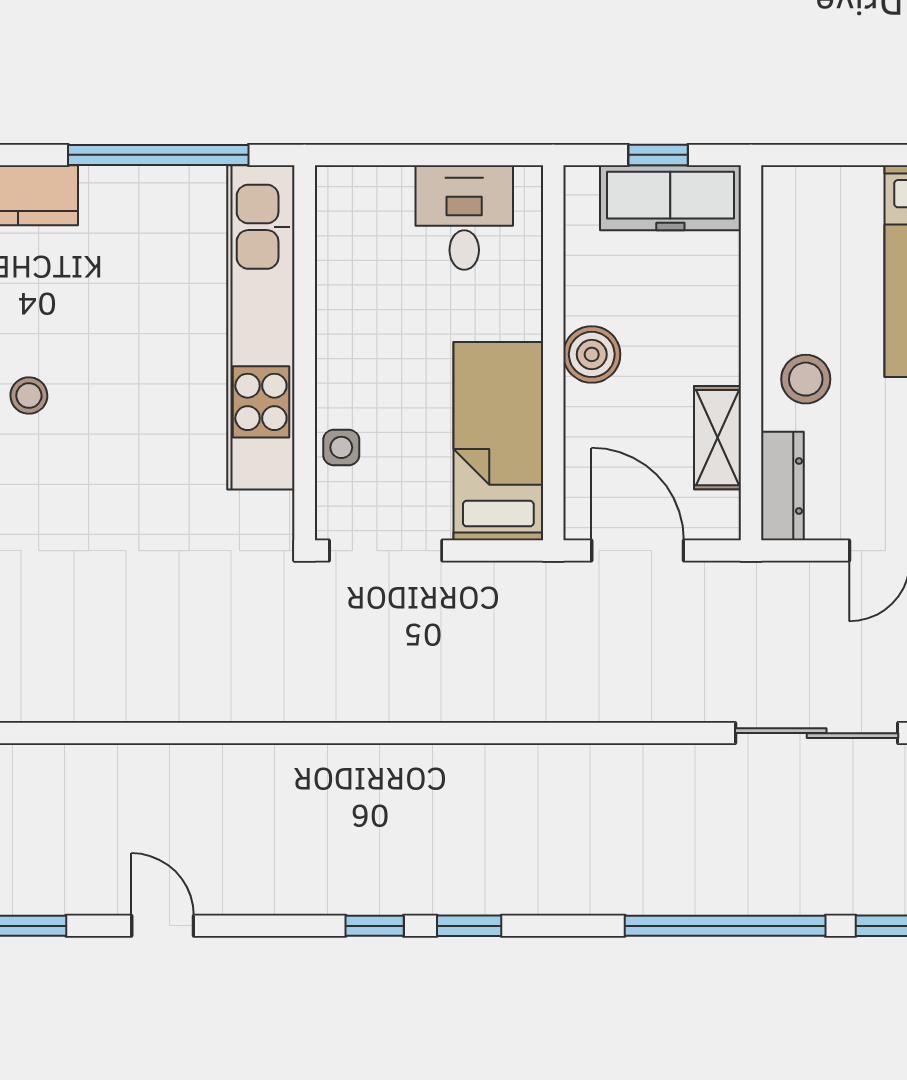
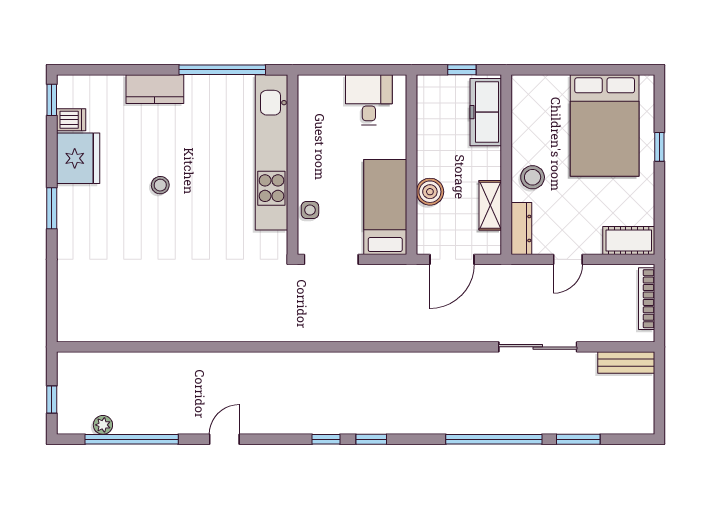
freezer: (670, 198) -> (486, 112), moved, turned 90
boiler: (592, 354) -> (430, 192), moved
door: (638, 551) -> (452, 259), swing flipped
door: (163, 926) -> (224, 439), hinge flipped

